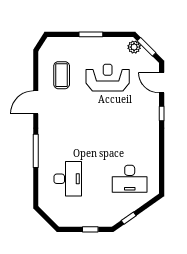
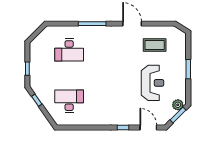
door: (162, 83) -> (148, 127), hinge flipped
desk: (130, 179) -> (69, 101), turned 90

